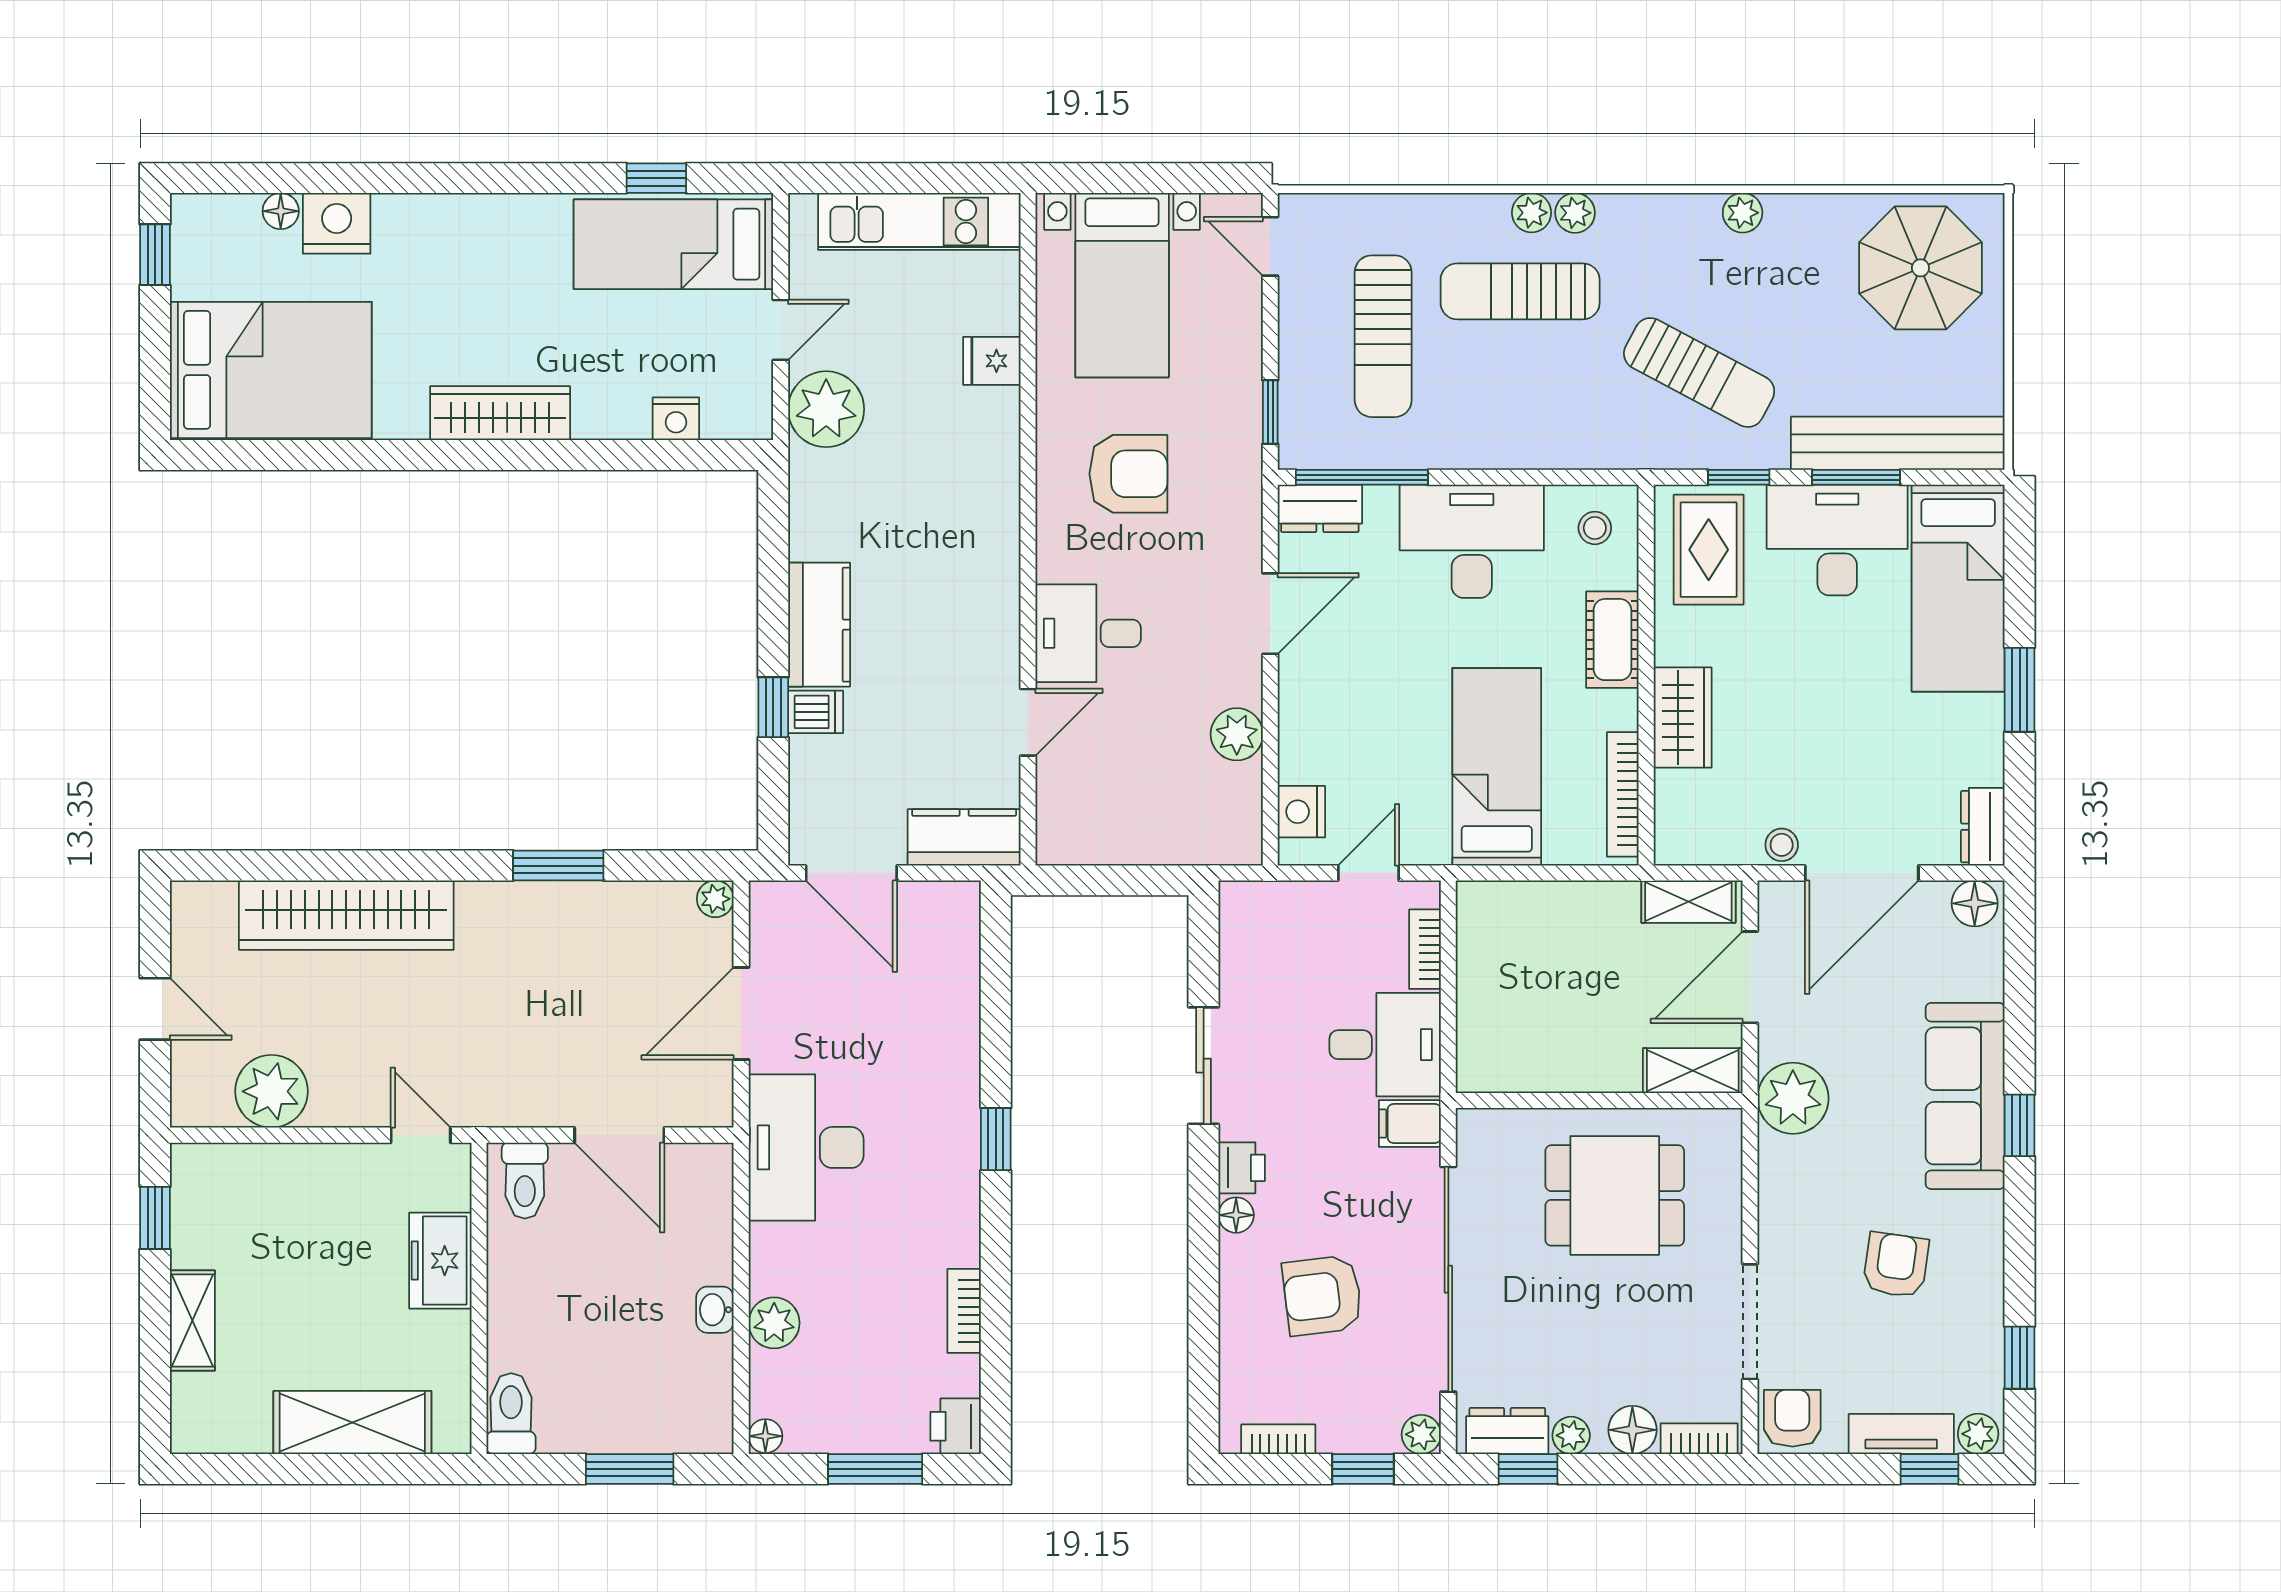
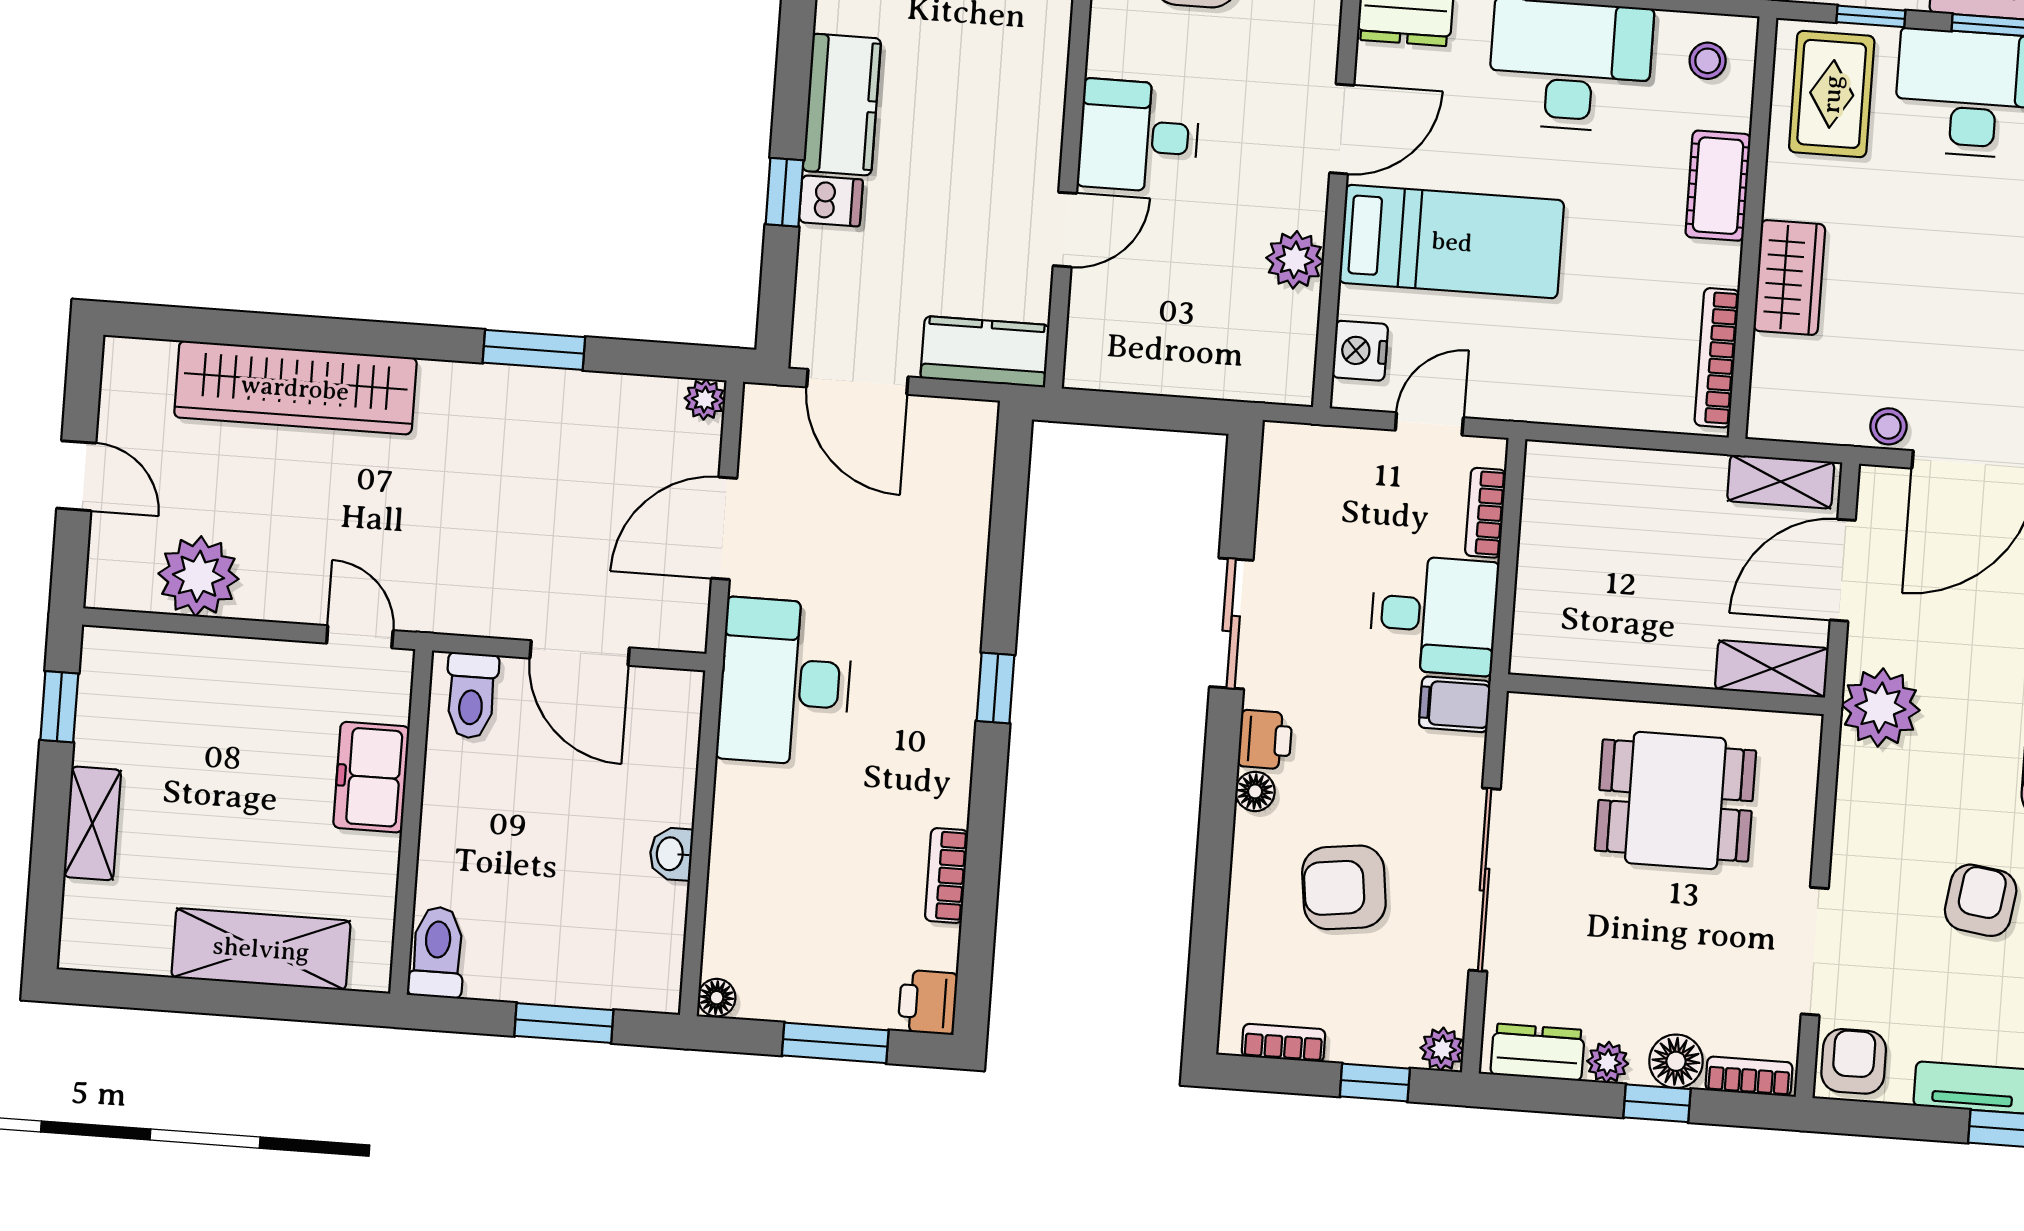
bed: (1497, 767) -> (1452, 242), moved, turned 90
sliding door: (1448, 1279) -> (1485, 880), width x0.73
plant: (774, 1323) -> (735, 873), removed
window: (1528, 1469) -> (1657, 1103), moved

